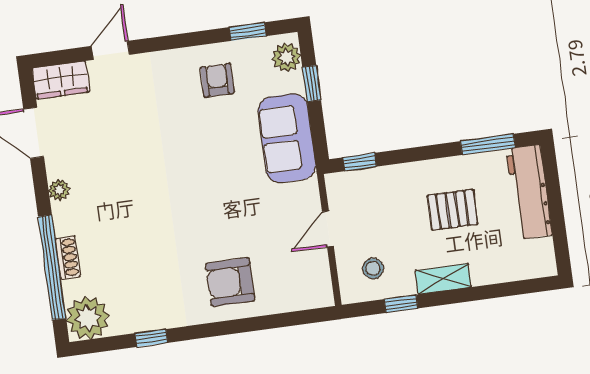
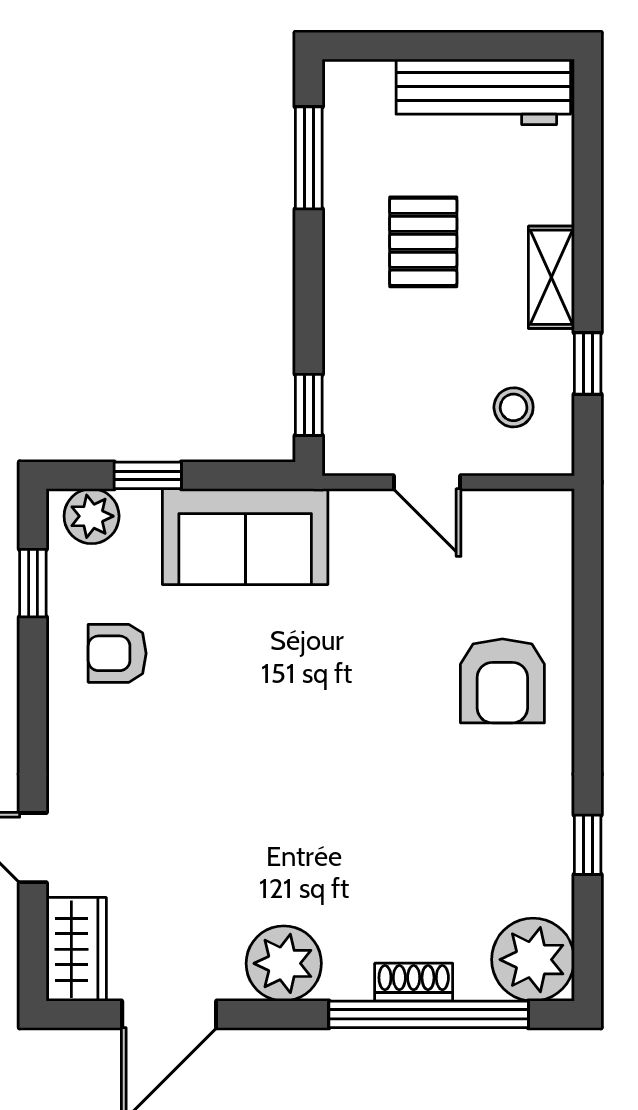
plant: (59, 190) -> (284, 963), width x1.88, depth x1.88
workbench: (529, 192) -> (483, 92), moved

